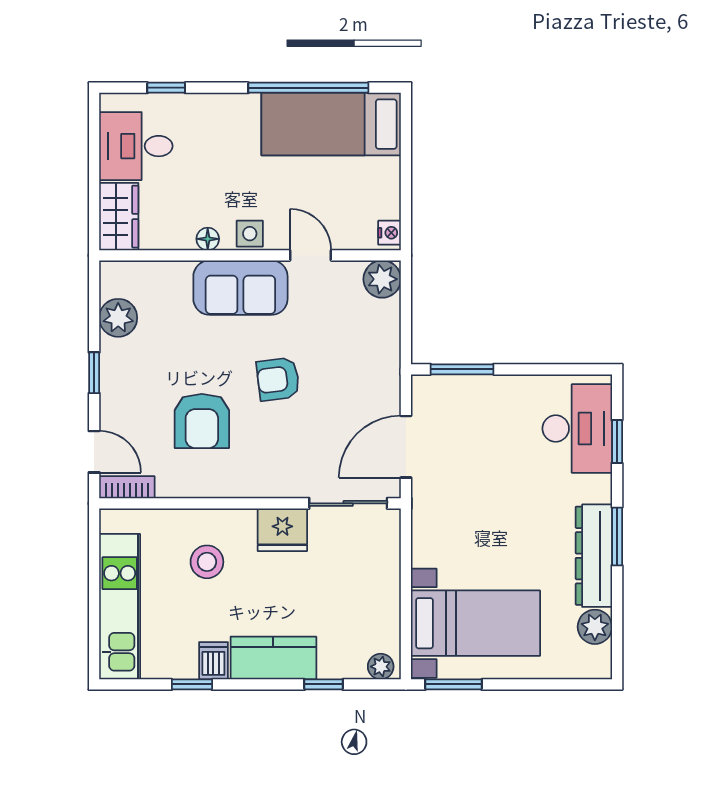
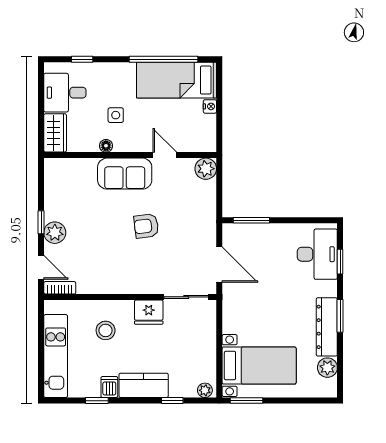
nightstand: (390, 233) -> (210, 106), moved
side table: (250, 234) -> (116, 115), moved
plant: (118, 318) -> (55, 233), moved
armchair: (202, 421) -> (103, 250), removed
door: (406, 447) -> (219, 265), swing flipped

